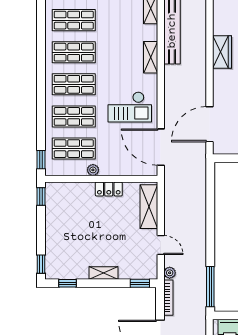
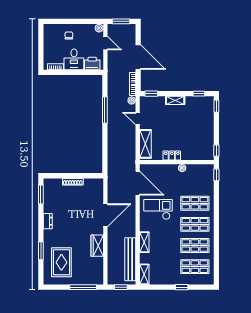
door: (210, 124) -> (105, 215), moved
shop shelf: (74, 149) -> (195, 182), removed
window: (210, 287) -> (105, 110), moved

